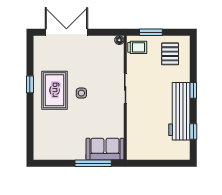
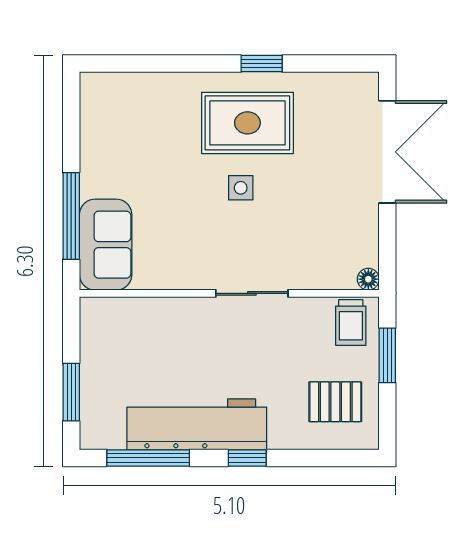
window: (193, 131) -> (148, 458), width x2.17
window: (166, 163) -> (71, 392), added

